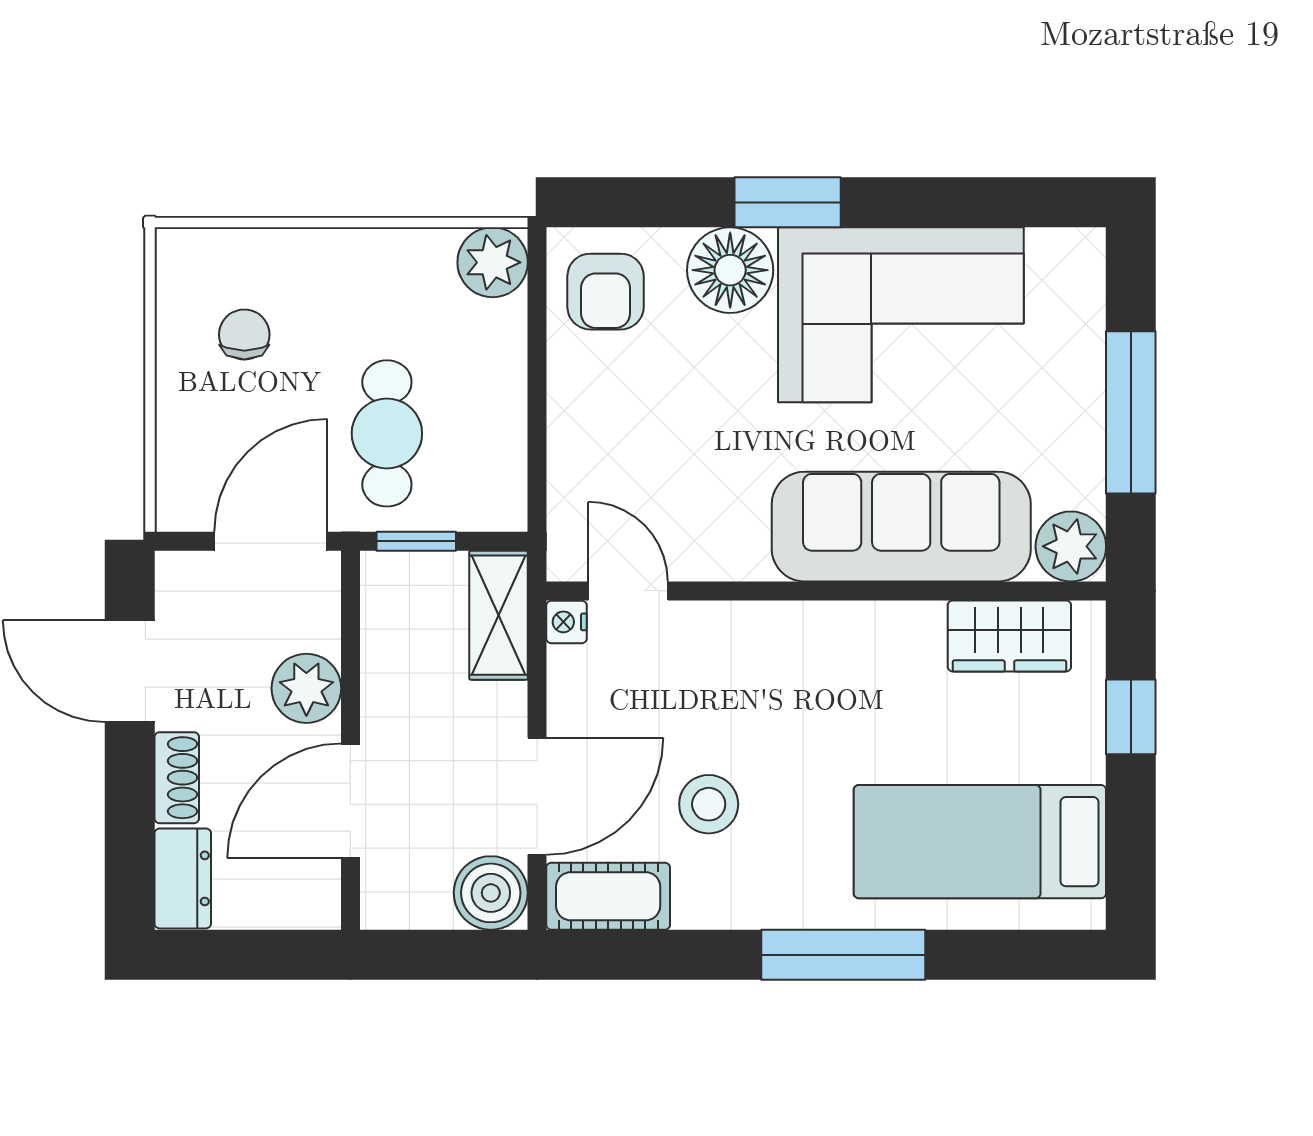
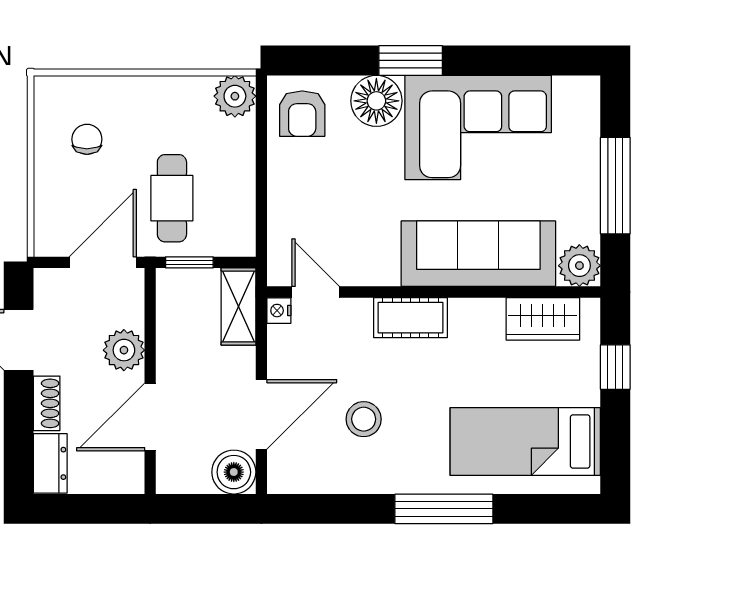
cot: (608, 896) -> (410, 318), moved

